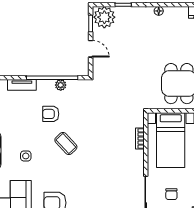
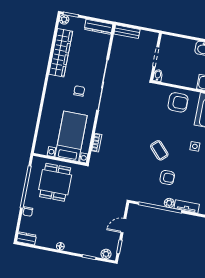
plant: (104, 17) -> (106, 254), width x0.53, depth x0.53
door: (91, 49) -> (123, 226), hinge flipped
plant: (61, 85) -> (169, 203), moved

